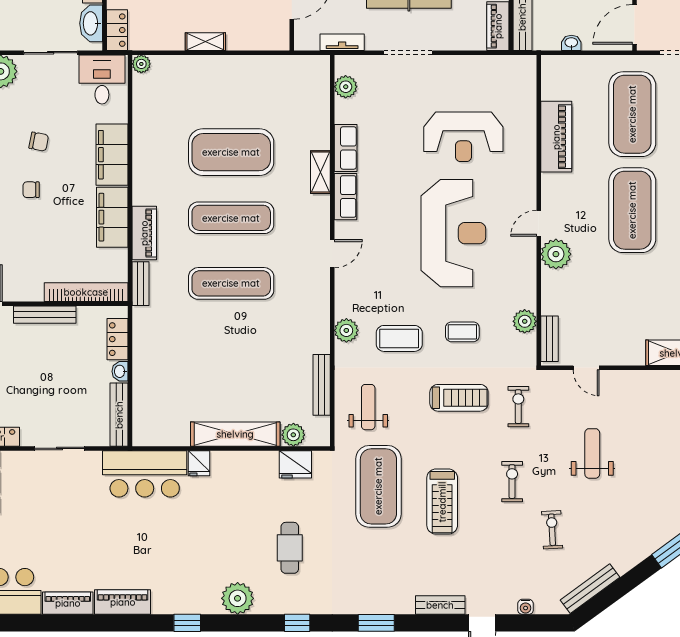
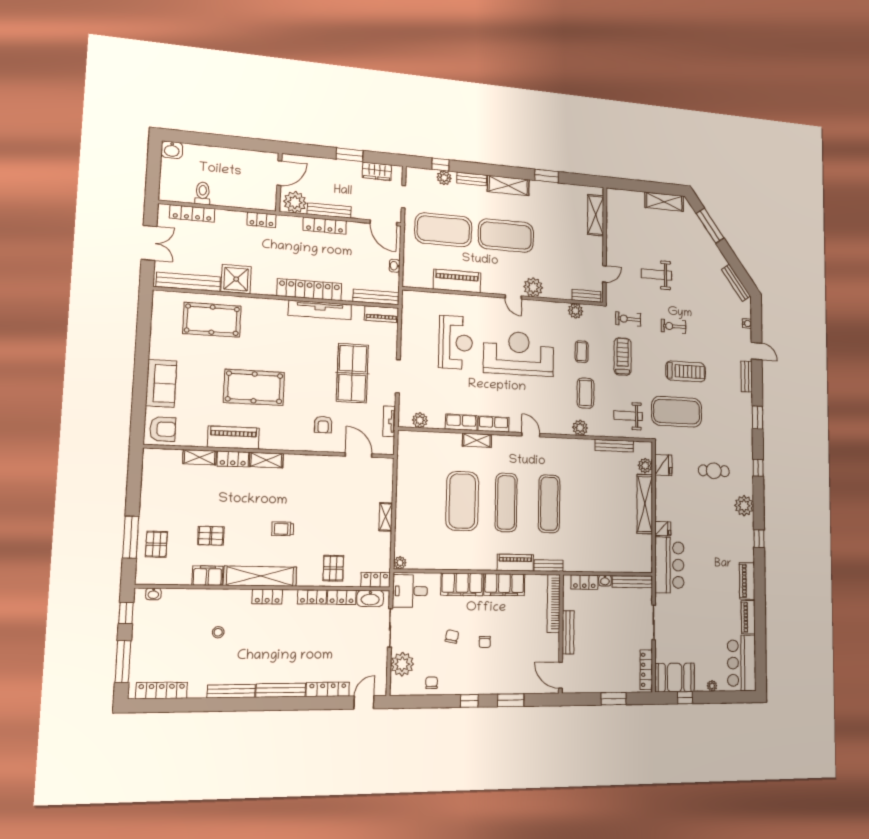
exercise bike: (552, 530) -> (702, 303), removed

